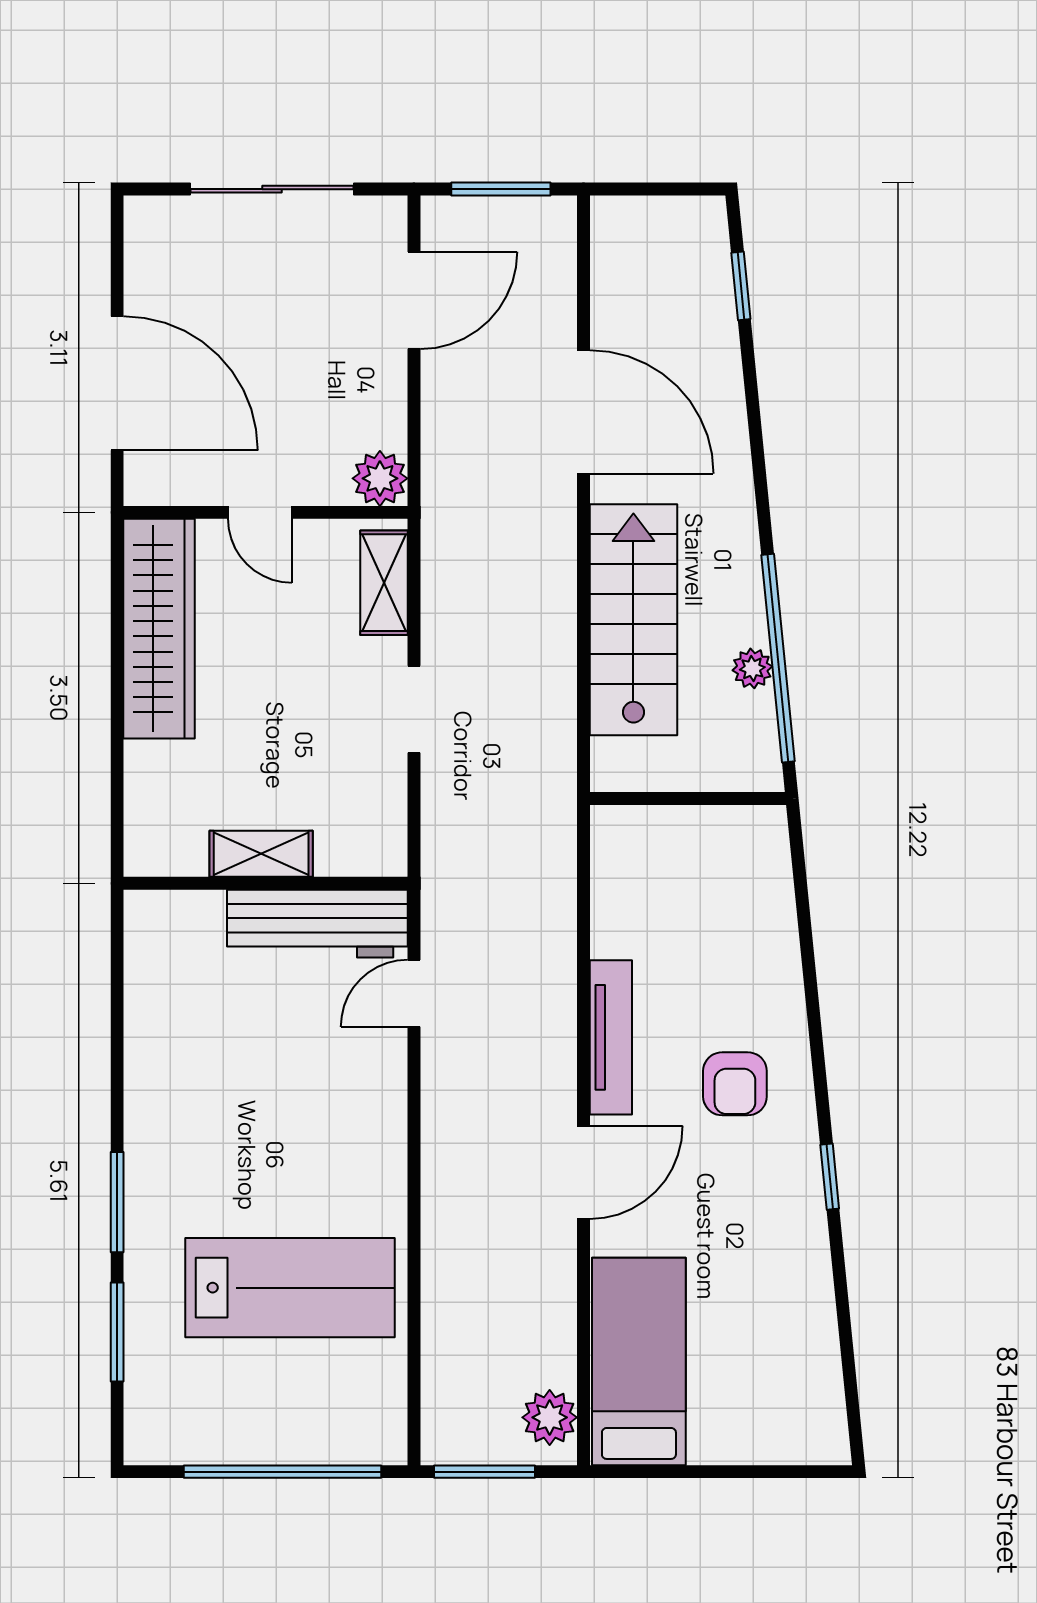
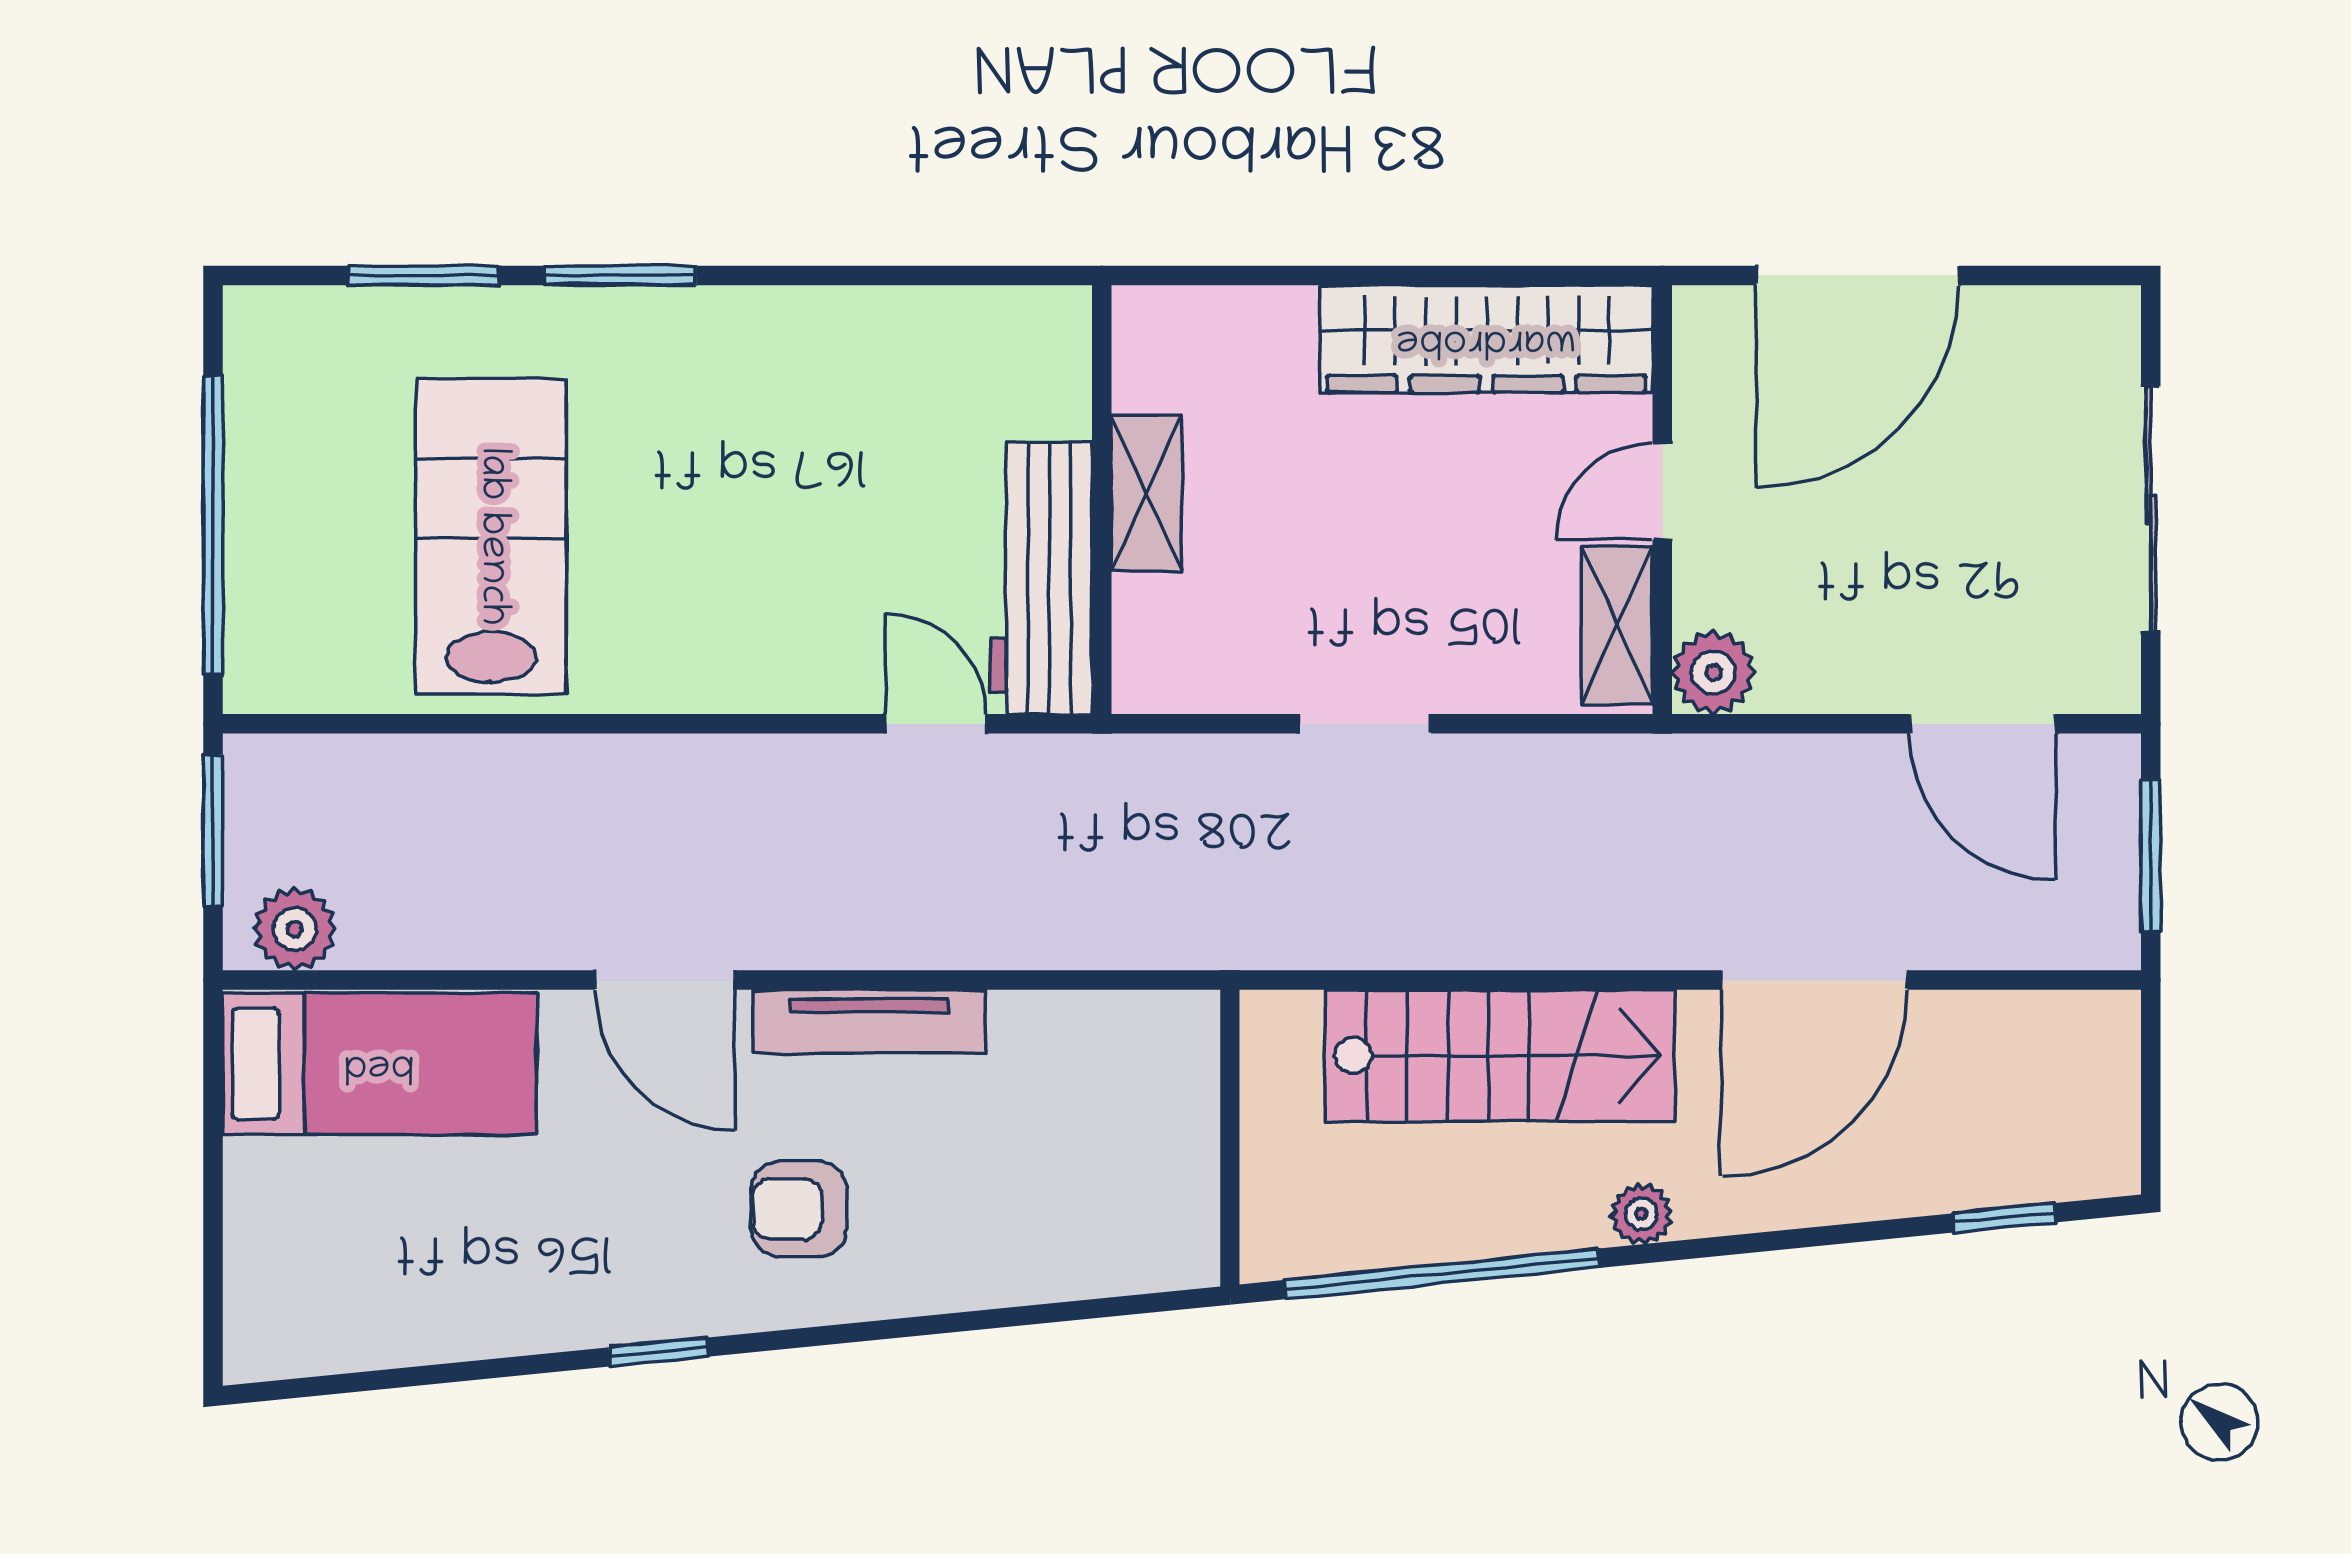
shelving: (384, 583) -> (1617, 625), moved, turned 90
plant: (752, 668) -> (1641, 1214), moved
lab bench: (290, 1288) -> (491, 537), turned 180

